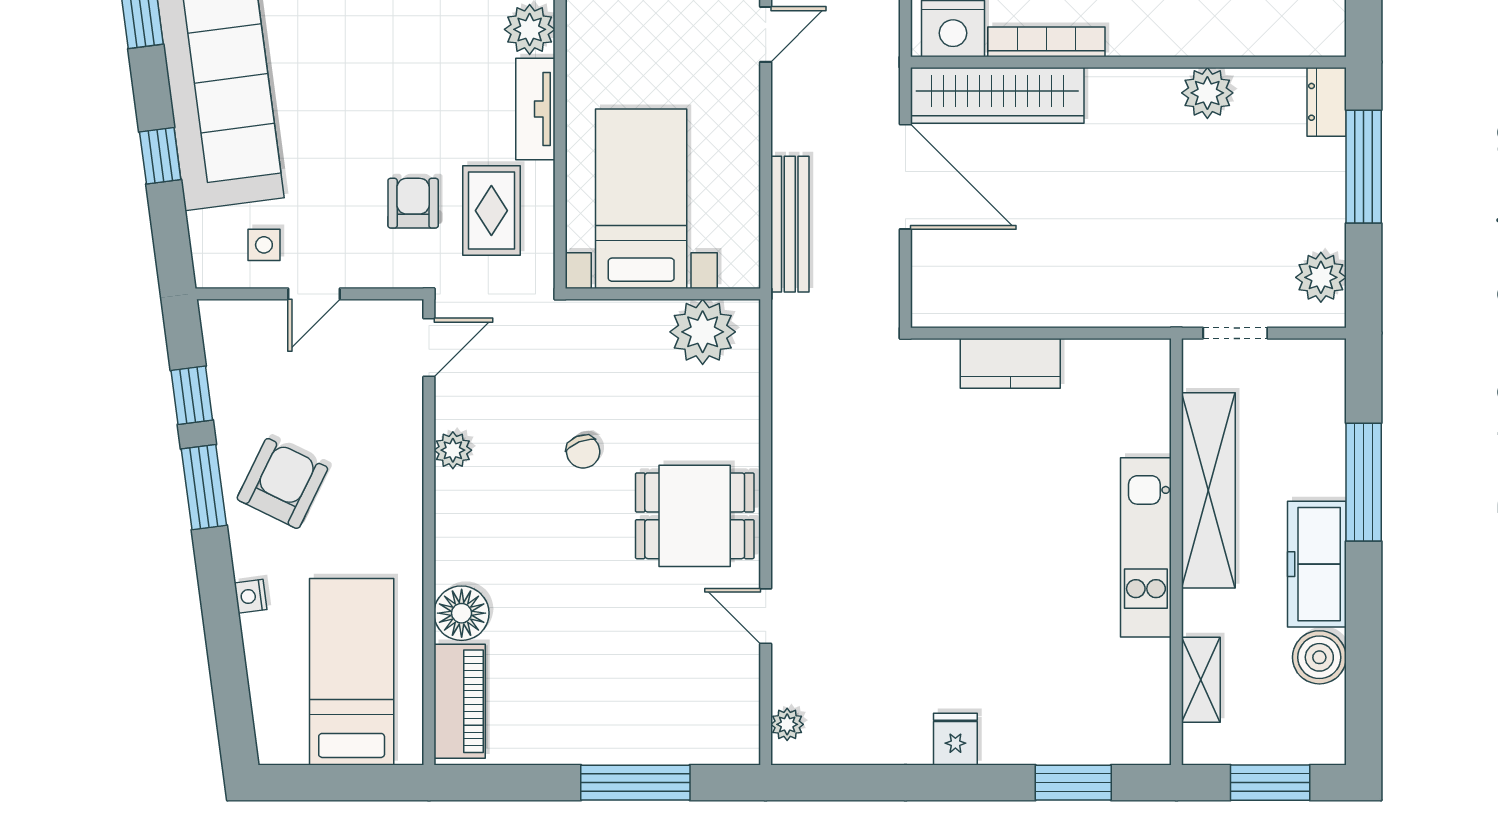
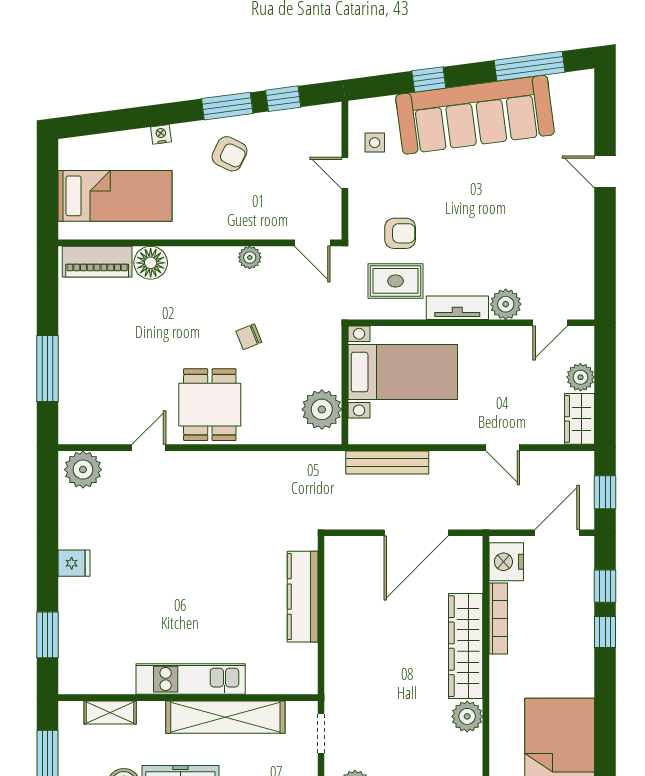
wardrobe: (997, 95) -> (466, 646), moved
kitchen counter: (1010, 363) -> (303, 597), width x1.50
armchair: (282, 483) -> (230, 154), width x0.72, depth x0.72
plant: (787, 724) -> (83, 470), width x1.87, depth x1.87

